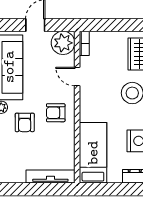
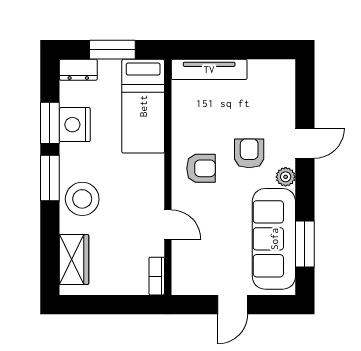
plant: (63, 43) -> (190, 277), removed
window: (113, 189) -> (112, 50), added

